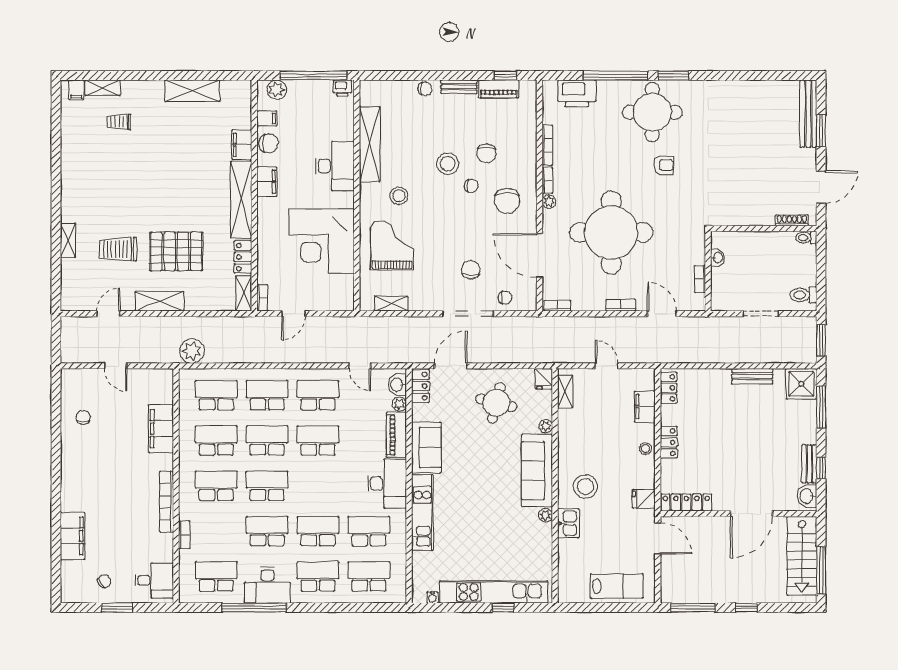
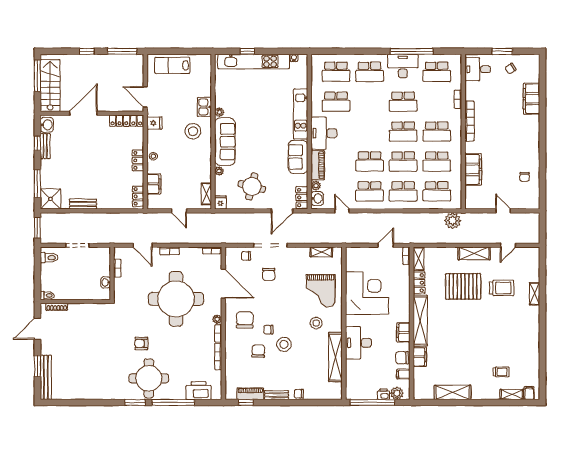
printer: (342, 88) -> (383, 394), moved
school desk: (318, 531) -> (370, 102), removed

